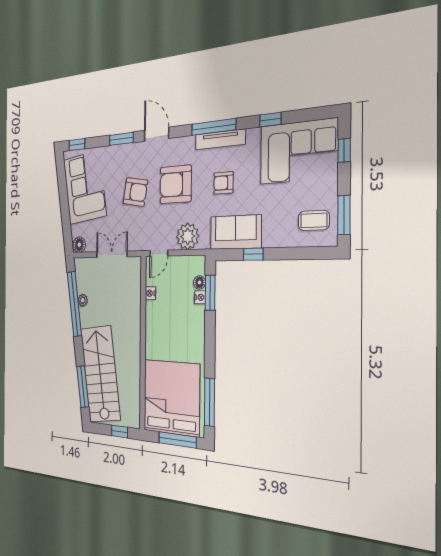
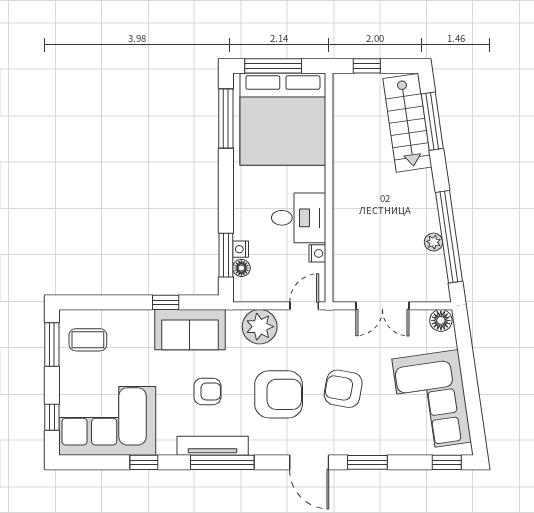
desk: (162, 321) -> (299, 218), added
stairs: (100, 374) -> (407, 123), width x0.73, depth x0.66

